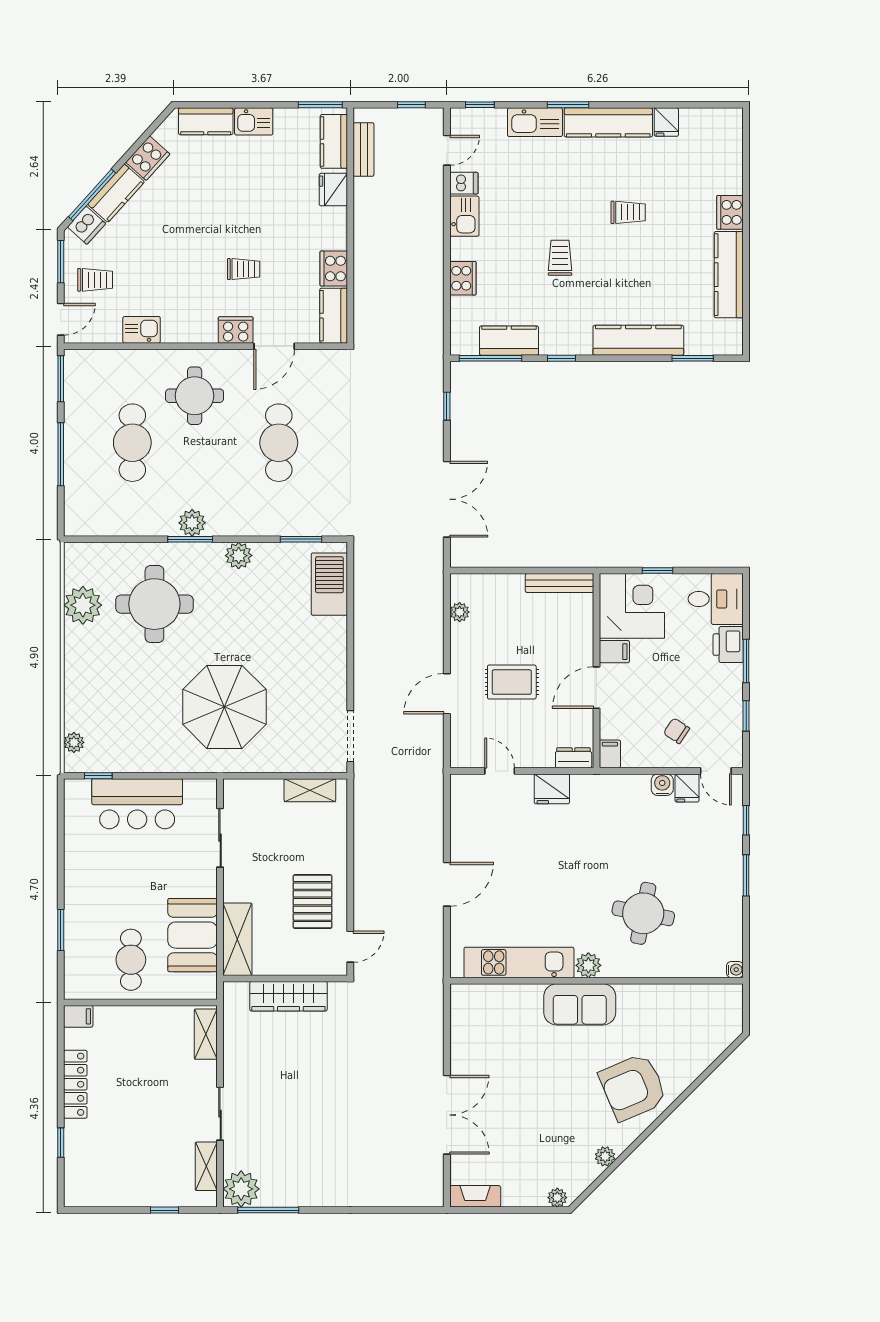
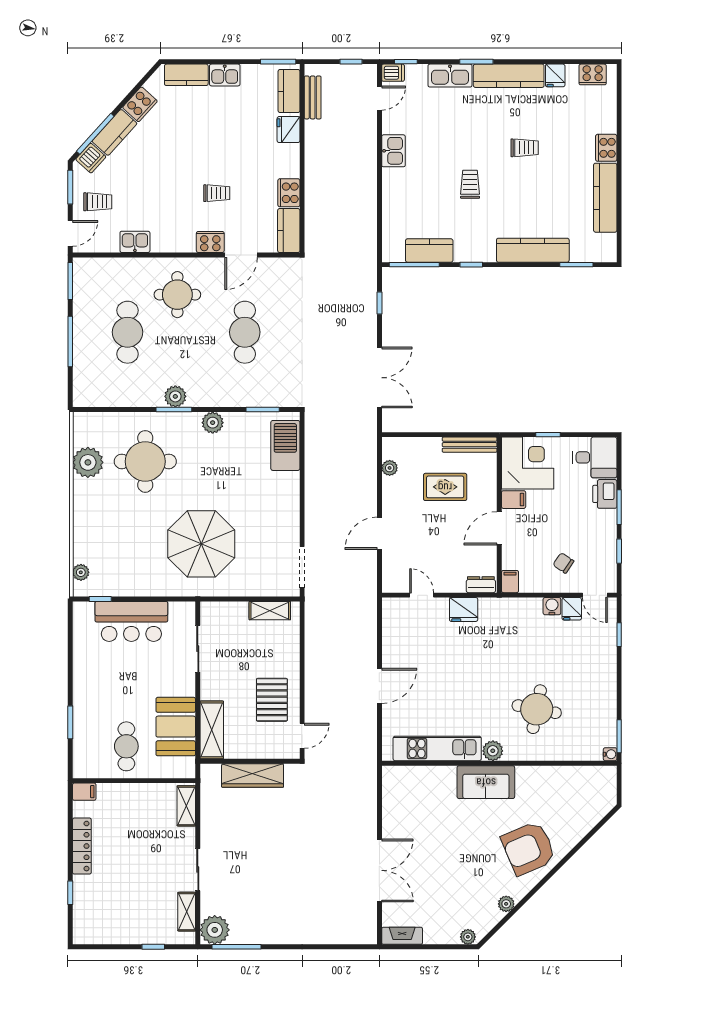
dishwasher: (464, 183) -> (393, 73), moved
cooker: (463, 278) -> (593, 74), moved, turned 90
rug: (512, 682) -> (445, 487), moved
window: (746, 875) -> (619, 736), moved

